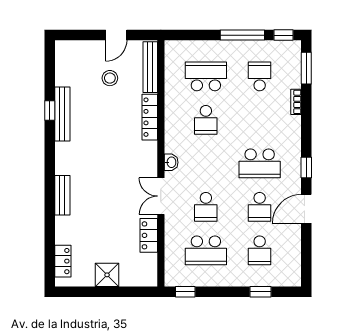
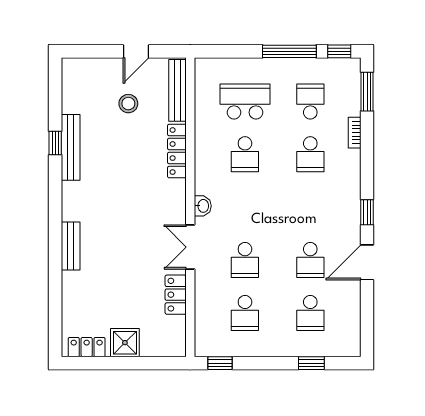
school desk: (260, 163) -> (310, 154), moved, width x0.54
school desk: (206, 250) -> (245, 313), width x0.54
locker: (63, 261) -> (87, 347), moved, turned -90

